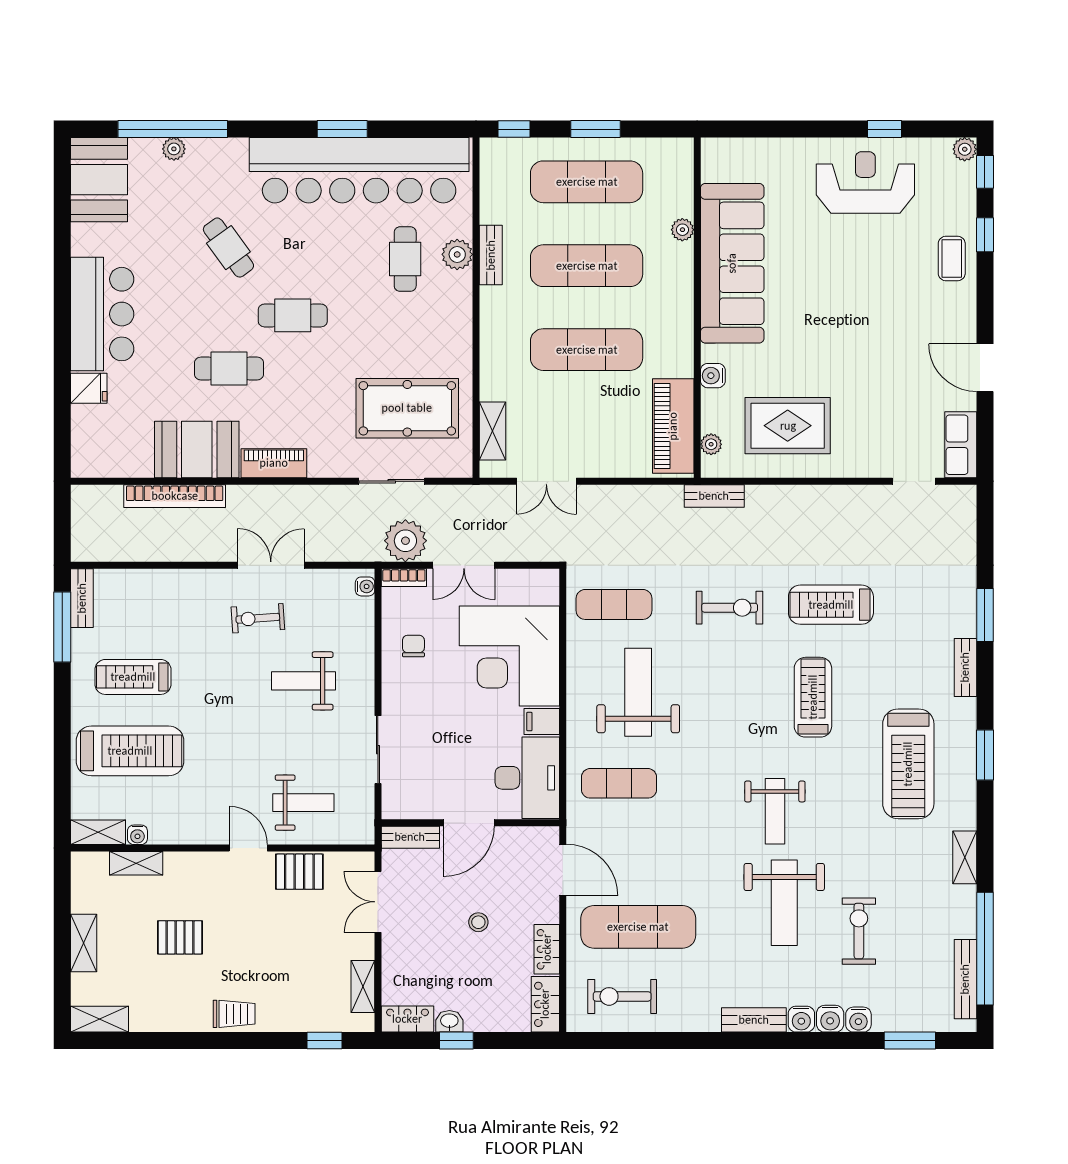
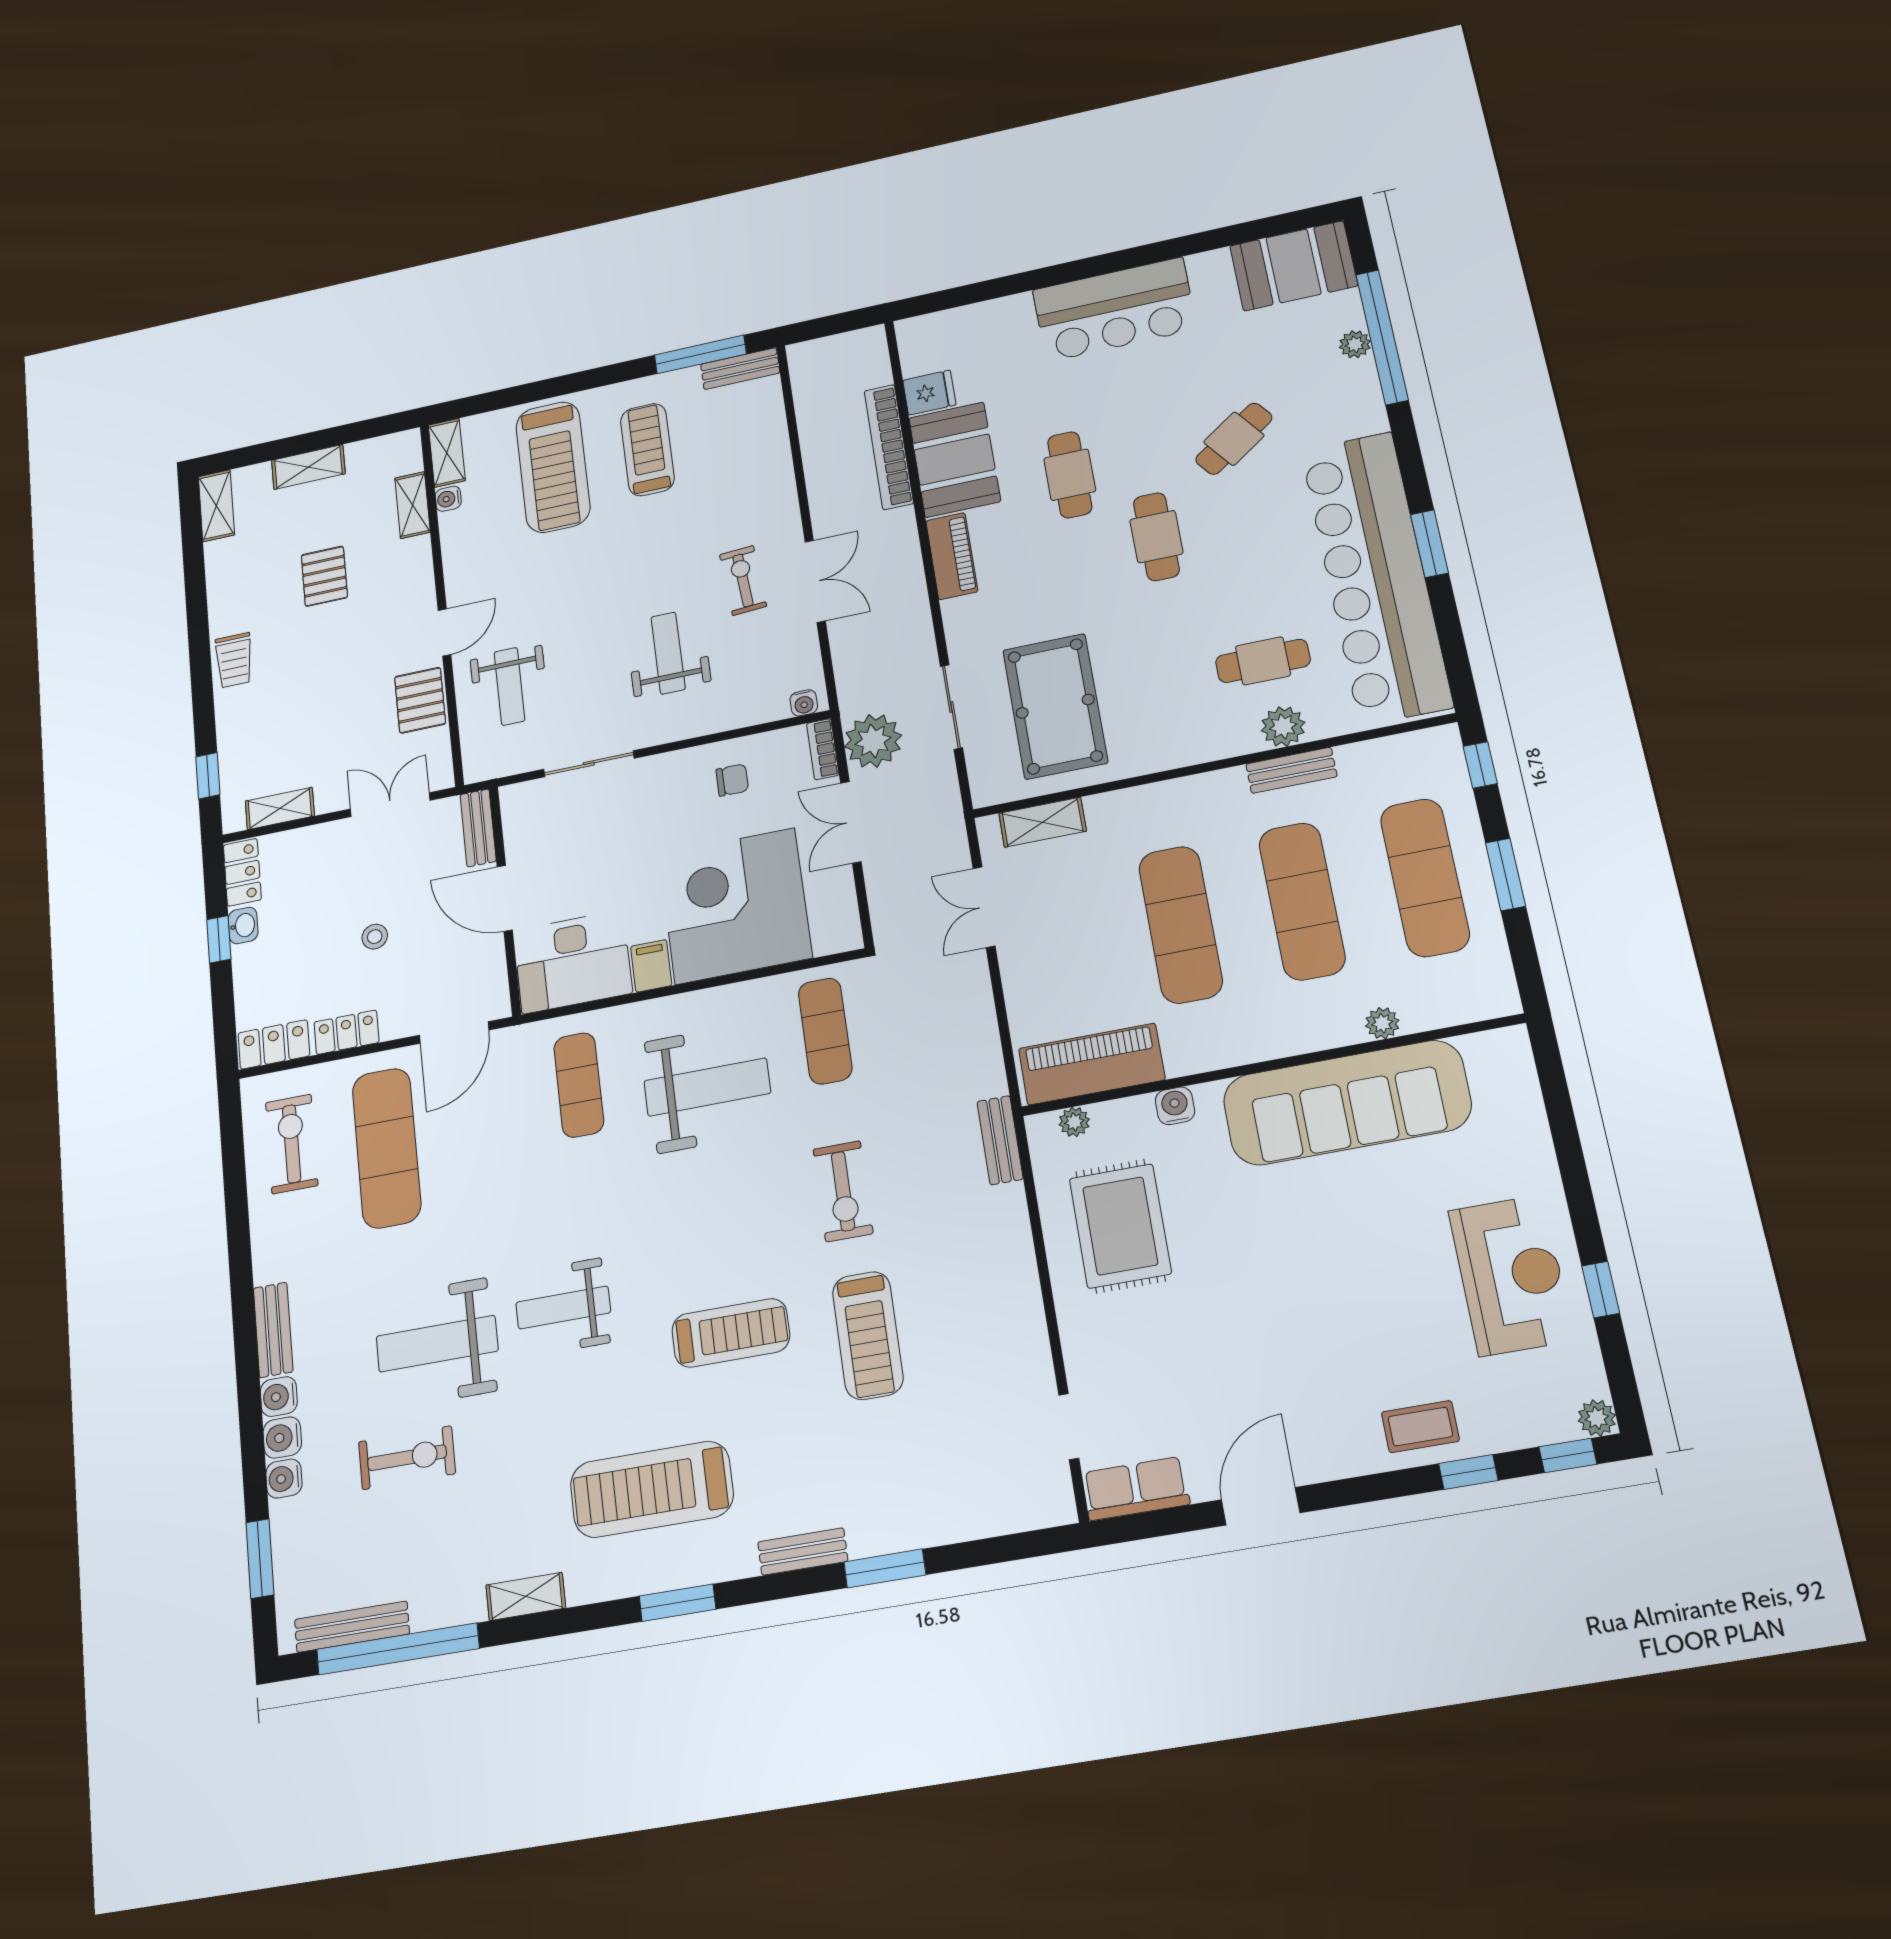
fridge: (89, 388) -> (929, 393), moved, turned -90
treadmill: (831, 605) -> (868, 1335), turned 180

